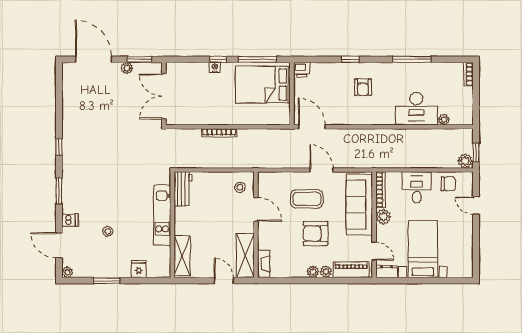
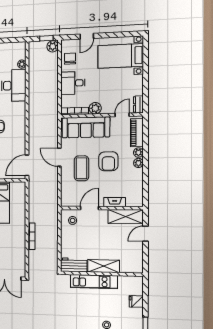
door: (321, 170) -> (59, 157), hinge flipped
bed with nightstands: (423, 249) -> (120, 56), moved
shelving: (182, 256) -> (103, 266), moved
fireplace: (264, 264) -> (115, 202), moved

